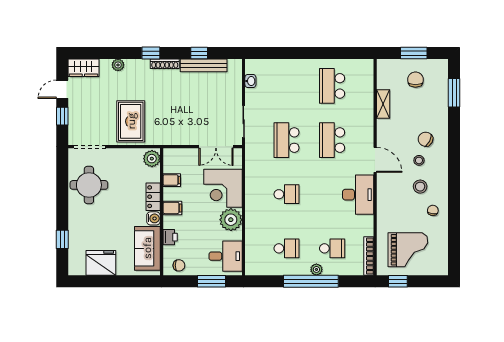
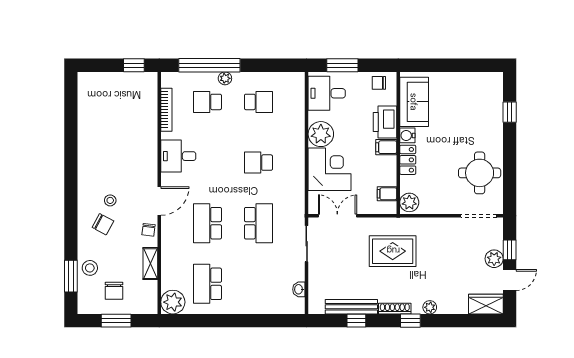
plant: (118, 65) -> (430, 307), moved
plant: (363, 70) -> (173, 302), added
school desk: (332, 86) -> (207, 284), turned 180
plant: (76, 108) -> (494, 259), added
rug: (131, 121) -> (393, 251), moved, turned 90
school desk: (332, 140) -> (207, 223), turned 180
door: (375, 160) -> (159, 201), swing flipped
filing cabinet: (172, 180) -> (387, 194), moved
stool: (420, 187) -> (90, 268), moved
desk: (358, 195) -> (178, 156), width x0.73
chair: (433, 210) -> (149, 230), moved
printer: (170, 237) -> (385, 122), width x1.87, depth x1.48
school desk: (287, 248) -> (258, 102), turned 180
grand piano: (408, 250) -> (123, 100), removed
bookcase: (369, 256) -> (166, 110), moved
fridge: (101, 263) -> (466, 86), removed
window: (311, 281) -> (209, 65), moved

